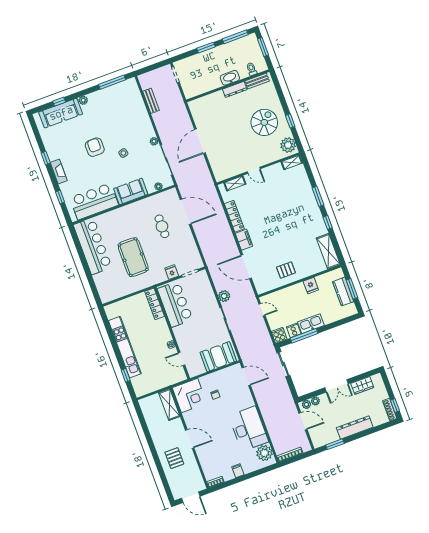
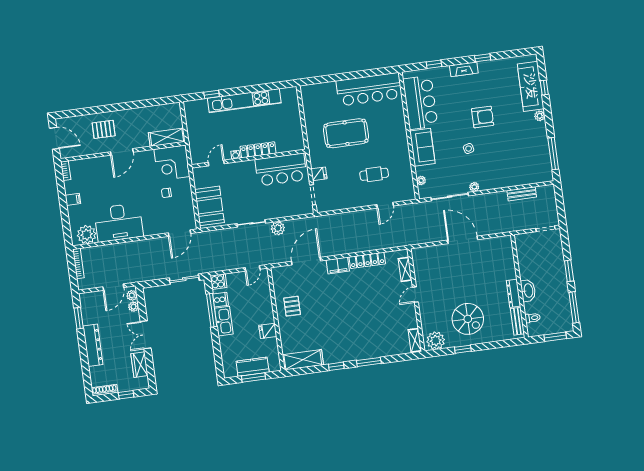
door: (186, 212) -> (385, 205), width x0.53
locker: (155, 304) -> (258, 150), moved
window: (395, 406) -> (126, 395), moved
door: (191, 497) -> (54, 138), swing flipped

